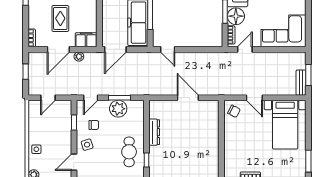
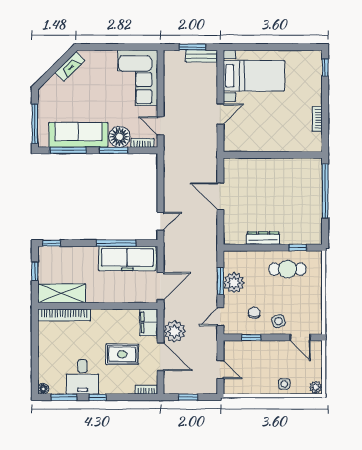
door: (115, 49) -> (160, 286), hinge flipped
plant: (79, 57) -> (174, 331), width x1.88, depth x1.88
door: (91, 98) -> (220, 317), swing flipped
door: (188, 98) -> (220, 196), hinge flipped
chair: (234, 111) -> (237, 139), removed
window: (308, 161) -> (299, 47), removed

